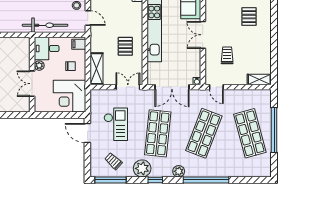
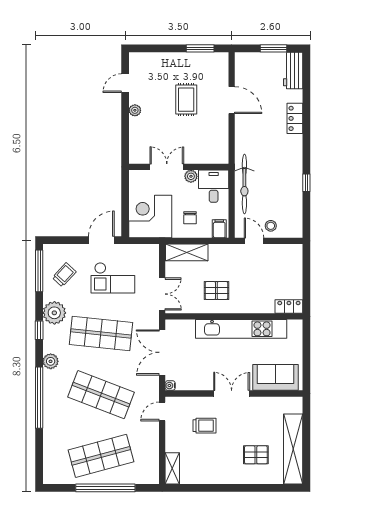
door: (88, 18) -> (254, 241), swing flipped

